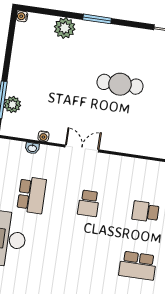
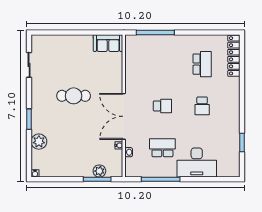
cafe table: (120, 84) -> (74, 96), turned 90
double door: (82, 148) -> (124, 116), width x1.87
school desk: (146, 212) -> (202, 106), moved

